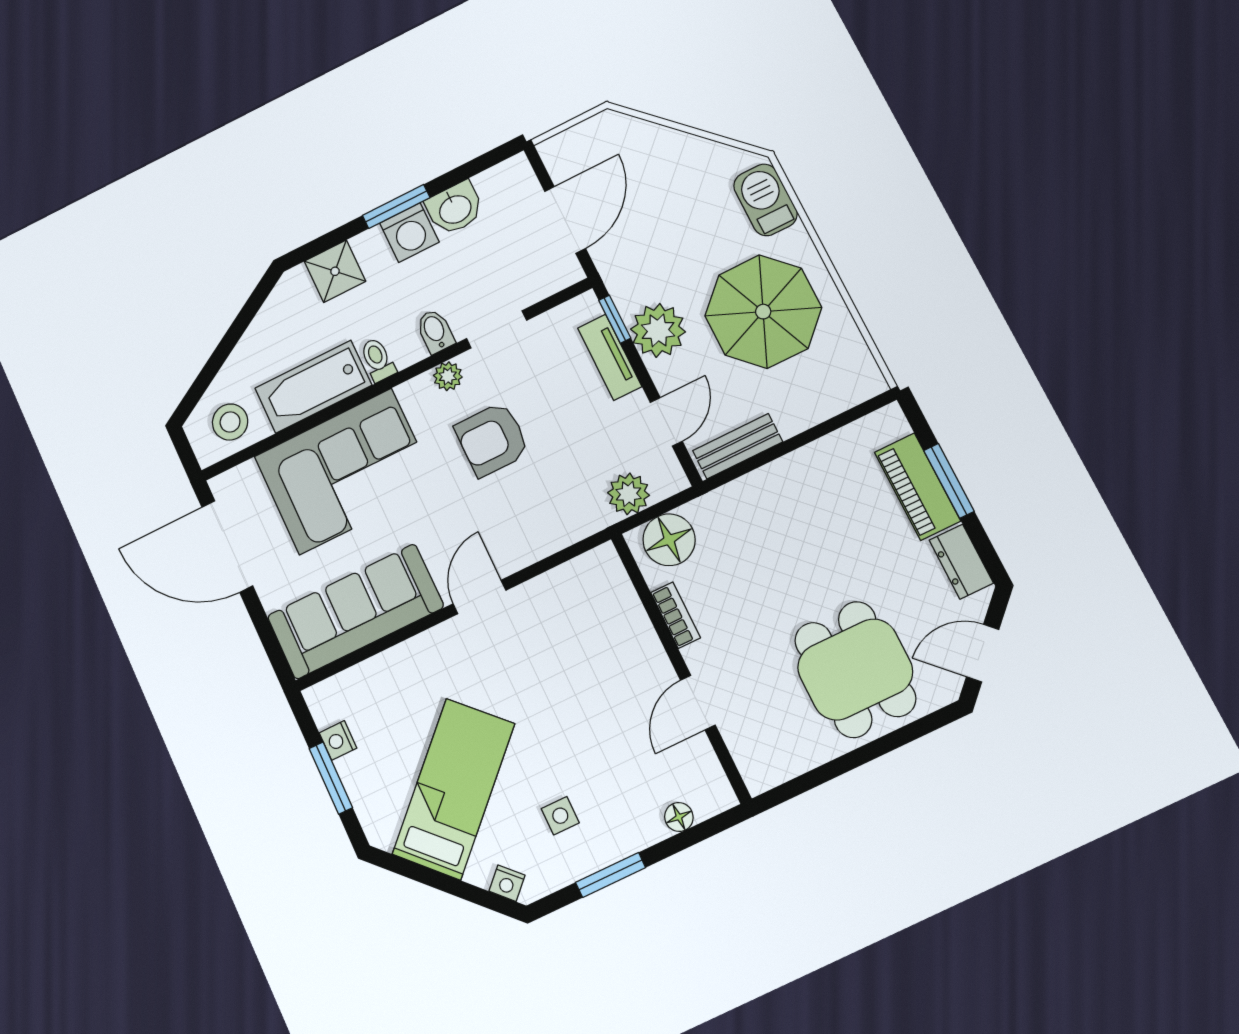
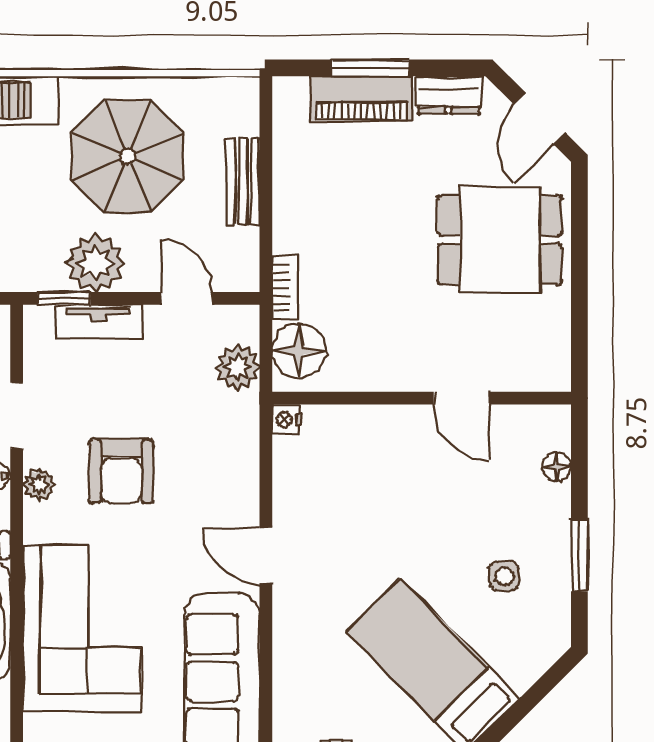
bench: (738, 446) -> (243, 182), moved
bookcase: (676, 615) -> (285, 288), moved, turned 90
nightstand: (507, 883) -> (286, 419), moved, turned 135

